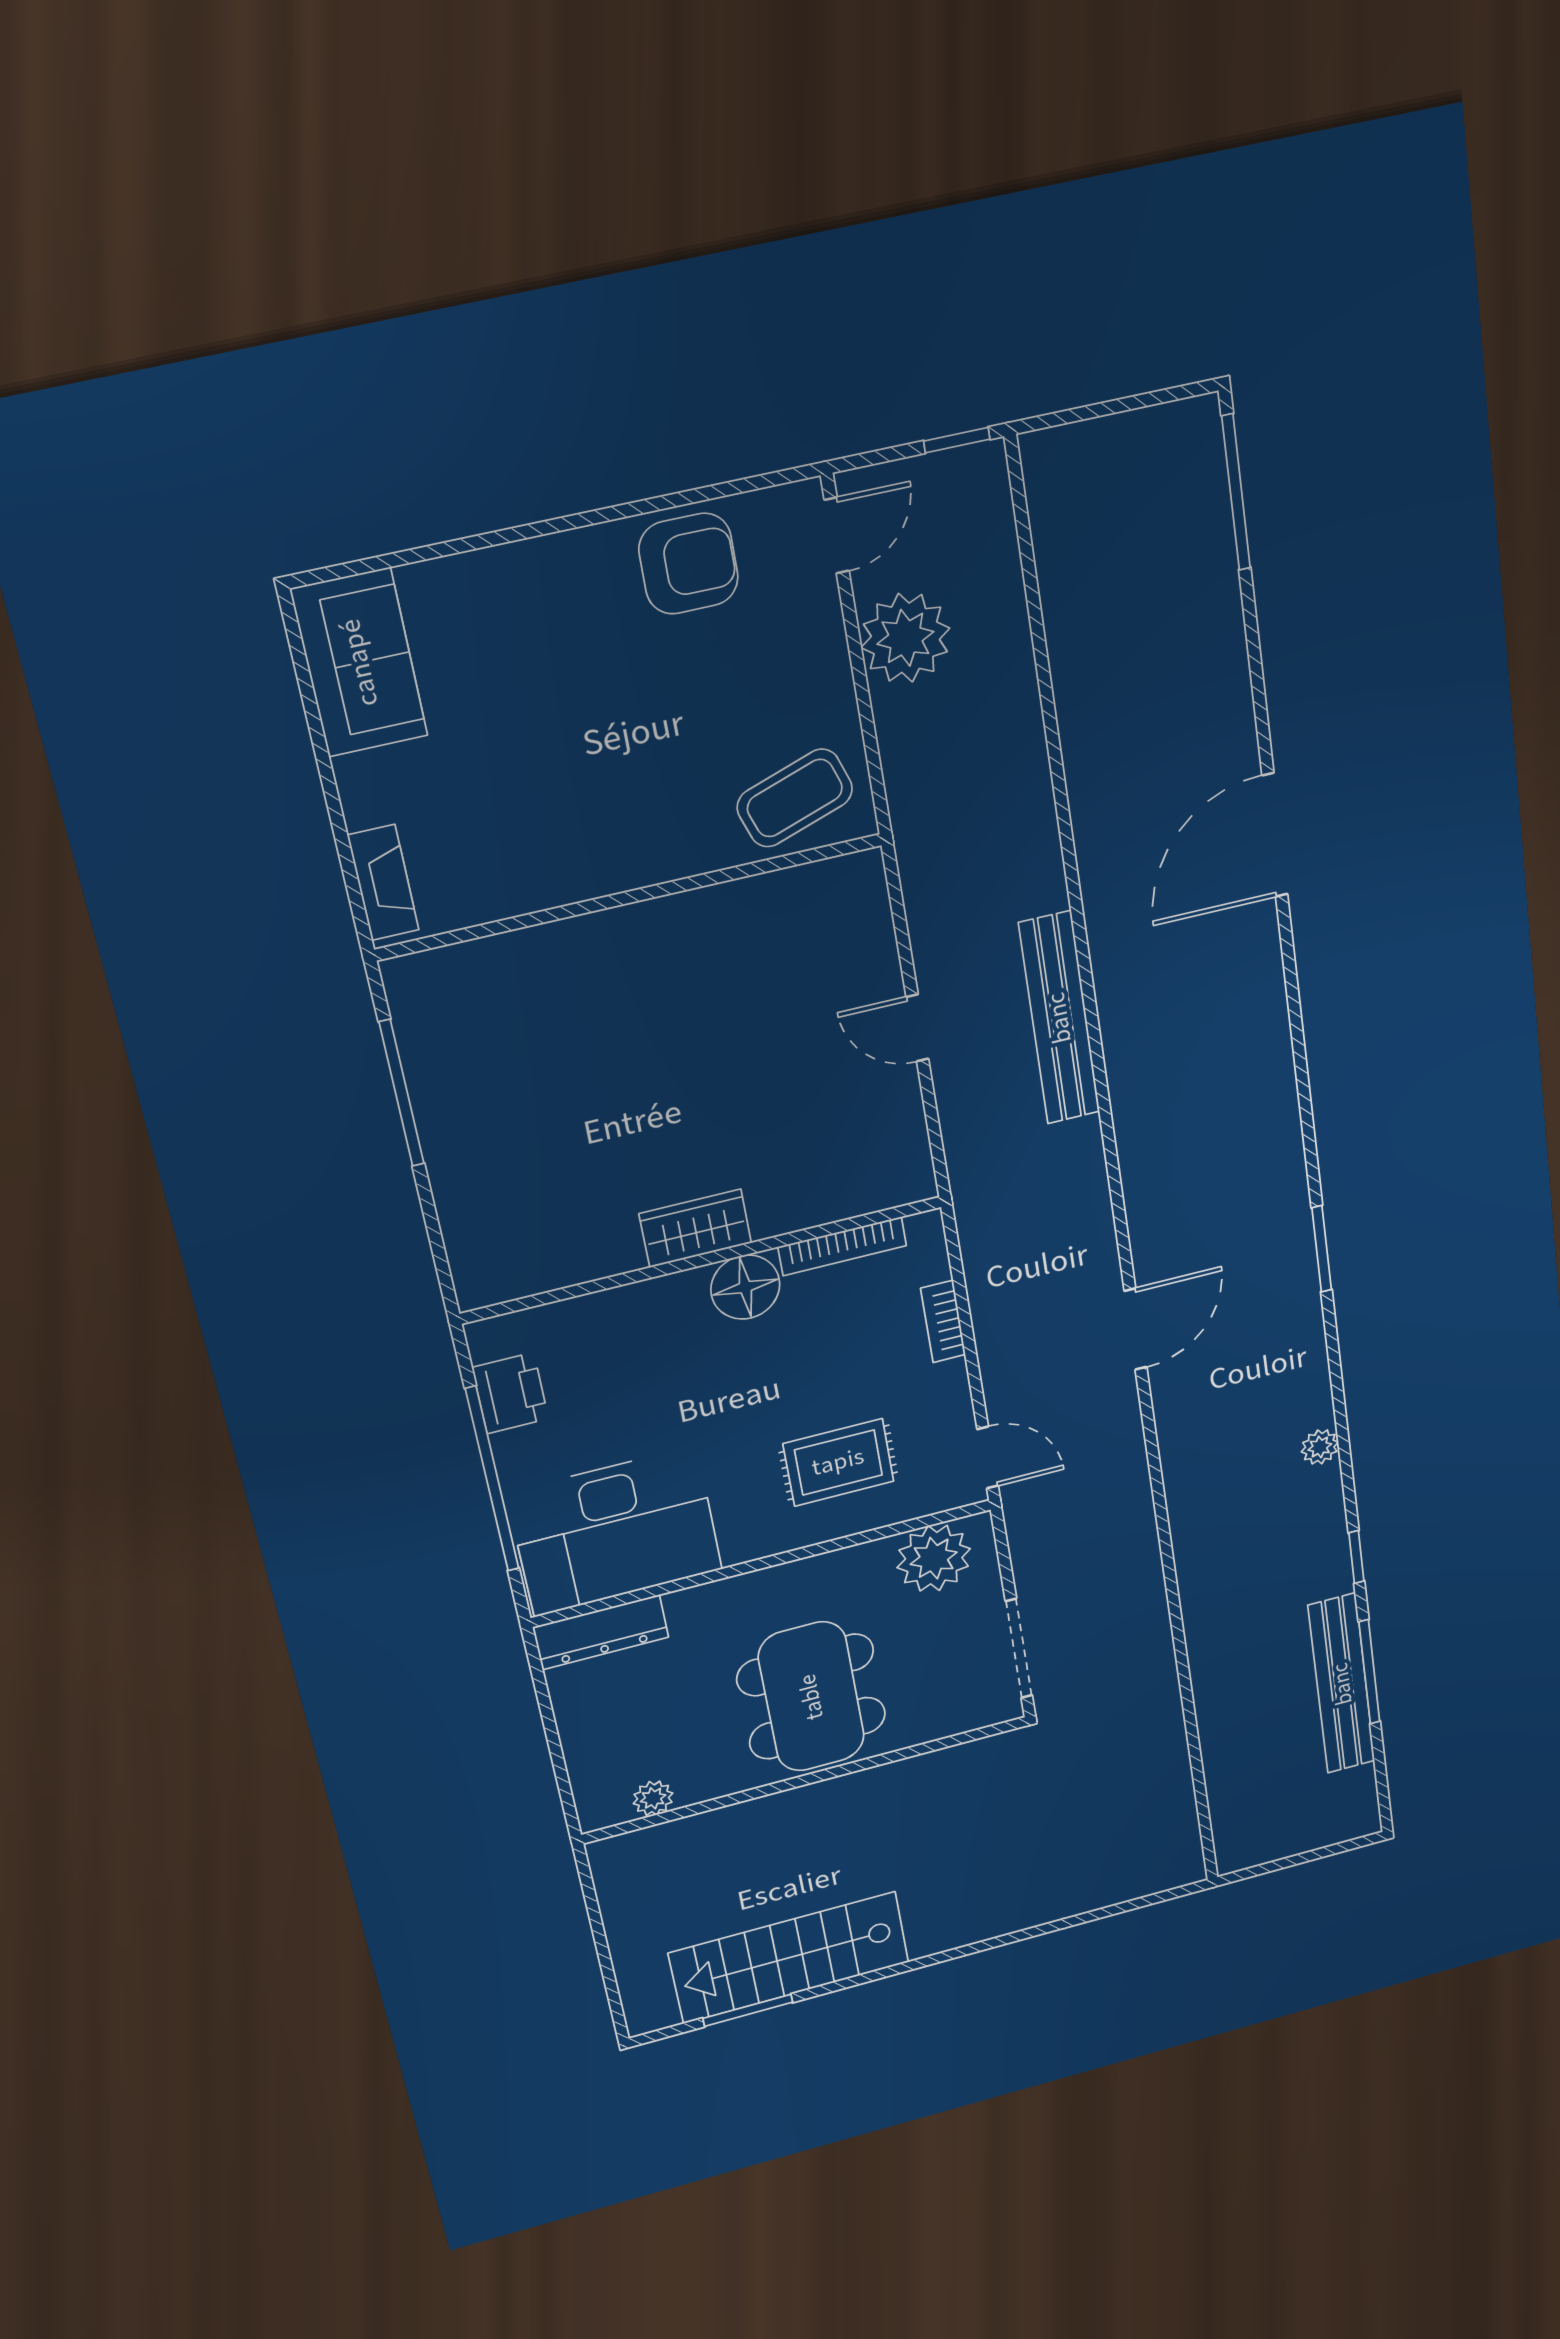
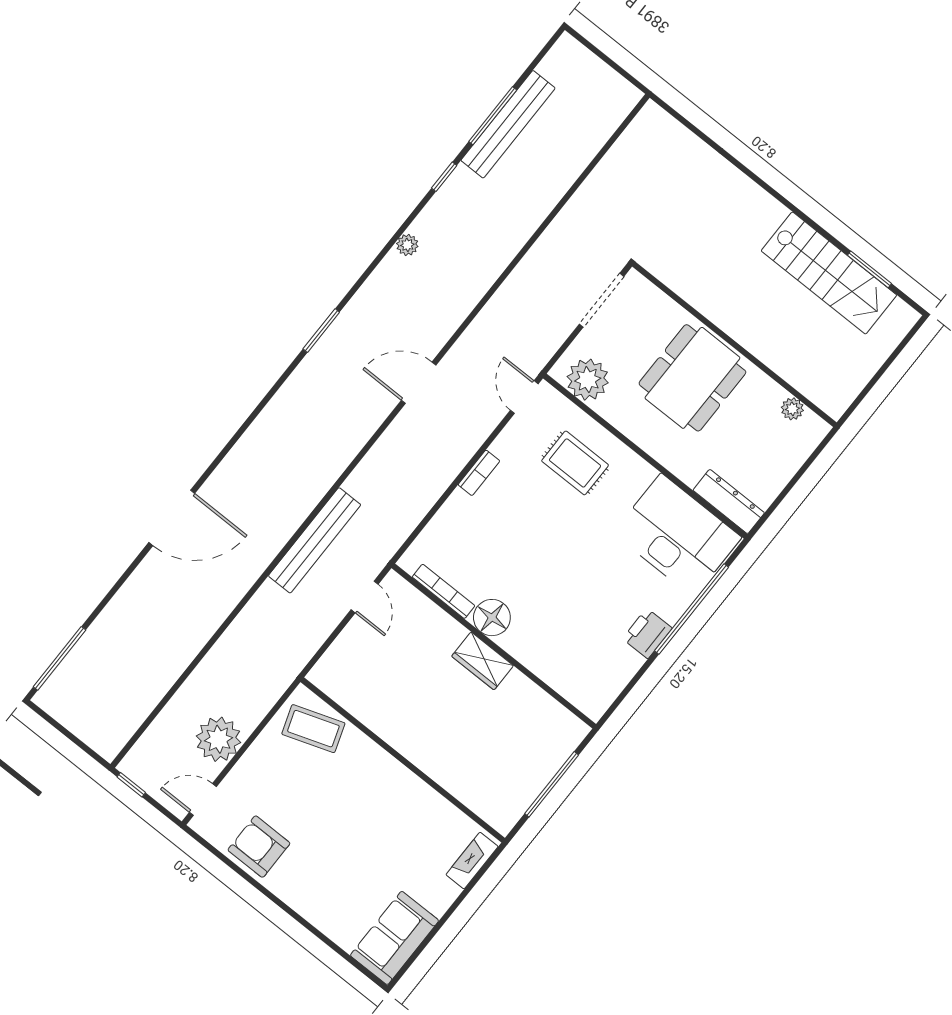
wardrobe: (695, 1228) -> (483, 661), moved
bookcase: (842, 1246) -> (444, 591), moved
wall: (703, 1260) -> (494, 646), moved
floor lamp: (745, 1287) -> (492, 618), moved

